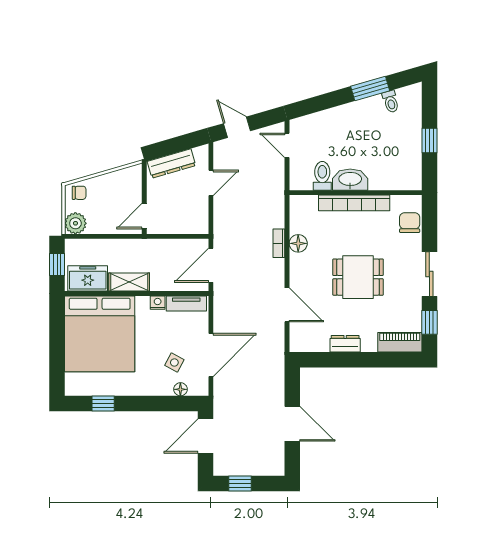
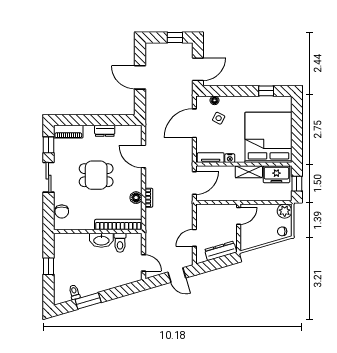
bookcase: (354, 203) -> (118, 225), moved

